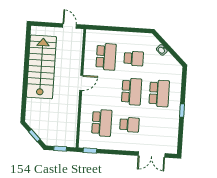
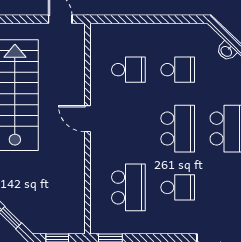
school desk: (106, 57) -> (128, 70), width x0.54
door: (81, 83) -> (87, 119), swing flipped

